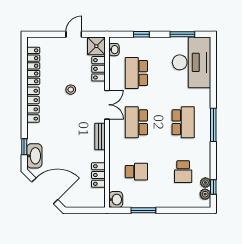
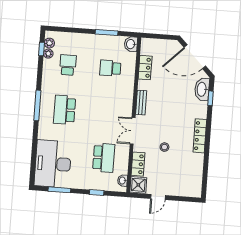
locker: (33, 66) -> (197, 171), removed
school desk: (136, 122) -> (107, 113), removed

